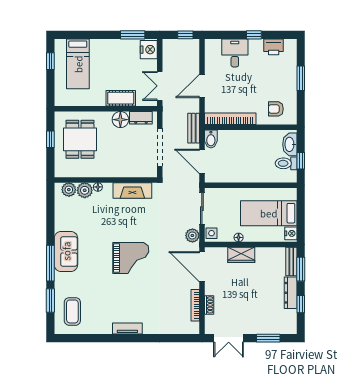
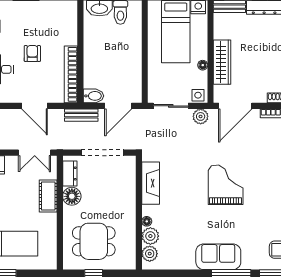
armchair: (276, 109) -> (32, 53), moved, turned 180
wardrobe: (241, 255) -> (222, 62), width x1.50

